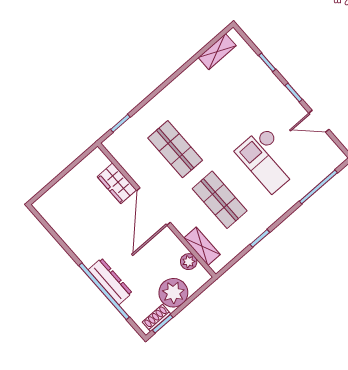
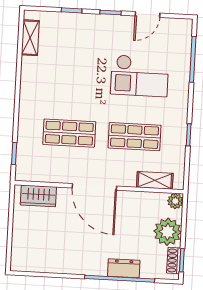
wardrobe: (117, 183) -> (38, 196), moved
plant: (189, 262) -> (175, 201), moved
dresser: (110, 281) -> (124, 268), width x0.70

